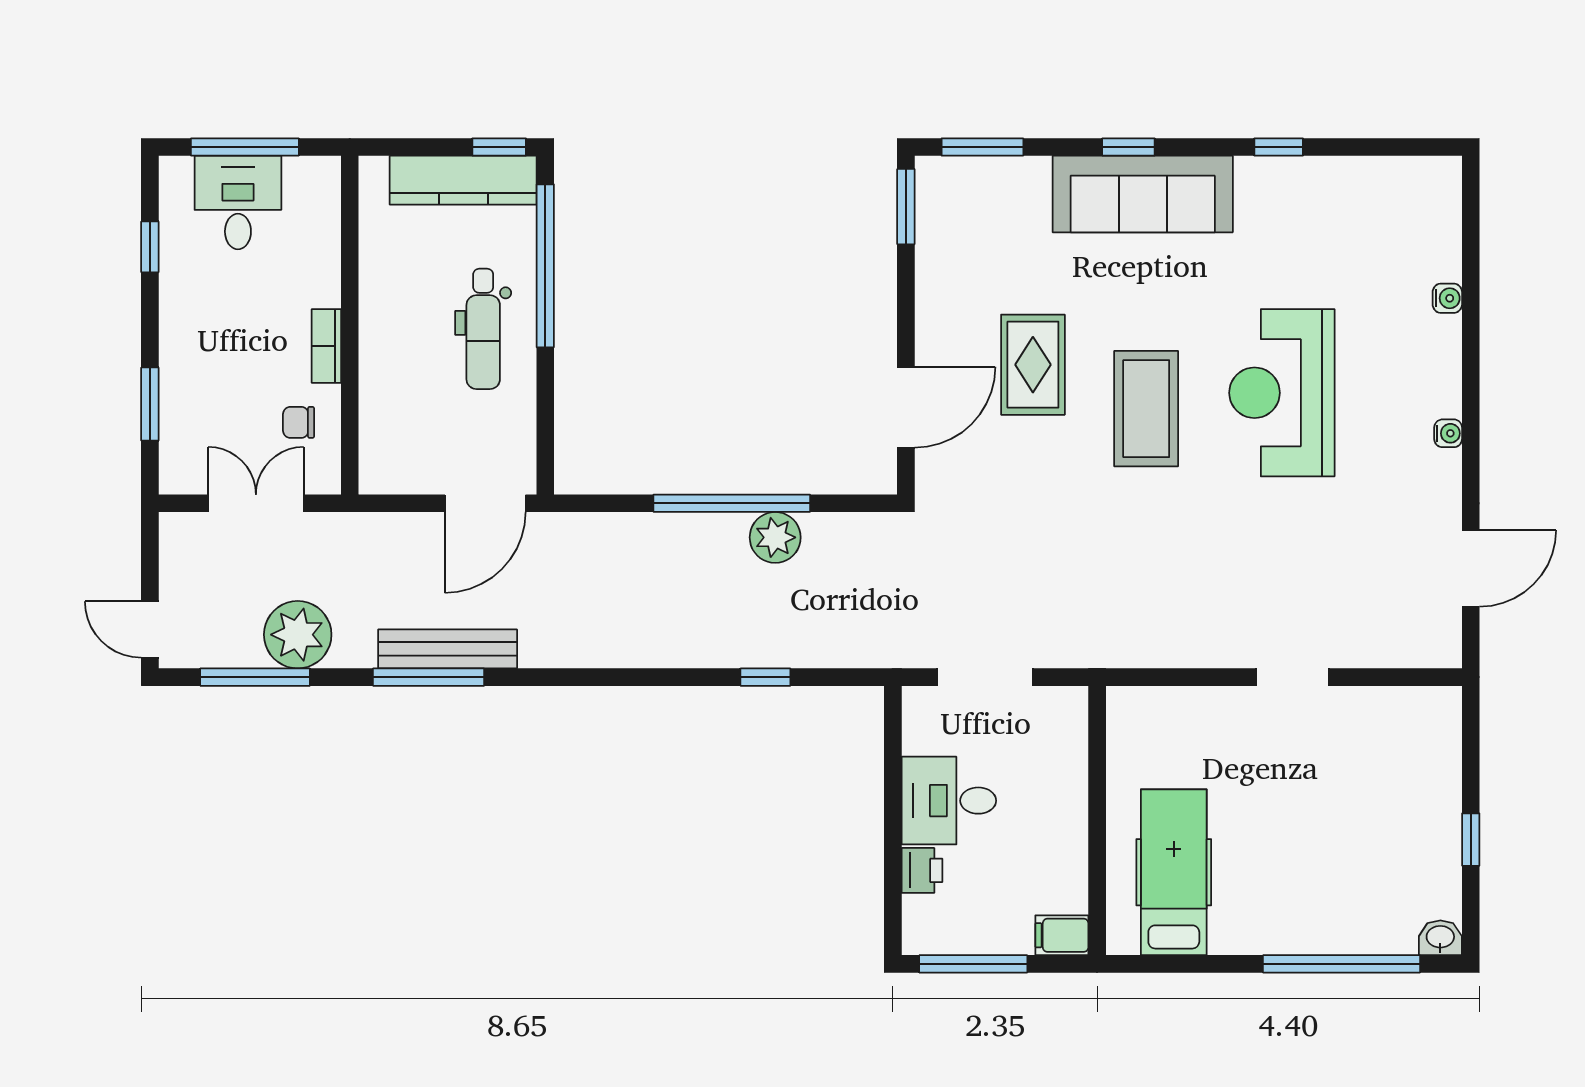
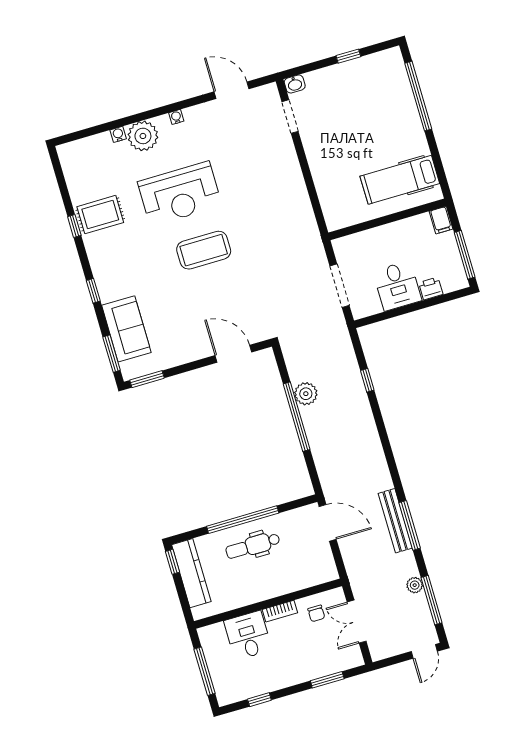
sofa: (1143, 194) -> (126, 329), moved, width x0.73
desk: (238, 202) -> (248, 635), moved, turned 90
window: (545, 266) -> (243, 520), moved
dental chair: (483, 329) -> (253, 546), turned 180
plant: (1428, 350) -> (143, 136), added
rug: (1033, 365) -> (100, 215), moved
plant: (298, 635) -> (415, 585), width x0.53, depth x0.53
doorway: (1292, 677) -> (290, 117), moved
washbasin: (1440, 938) -> (295, 84), moved, turned -90

